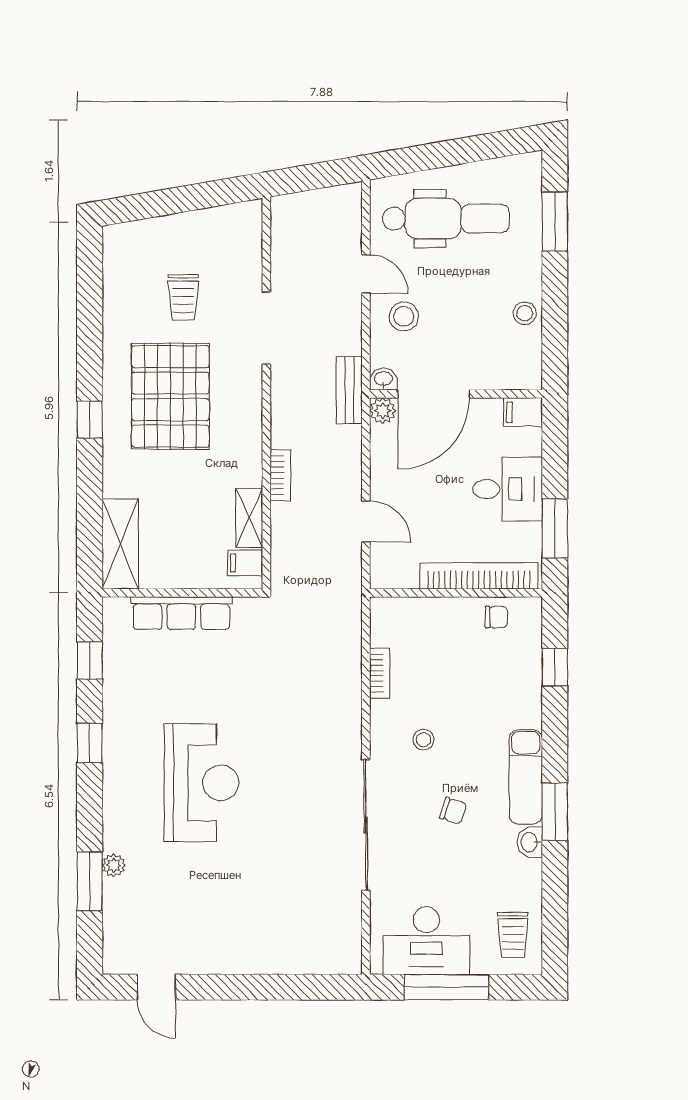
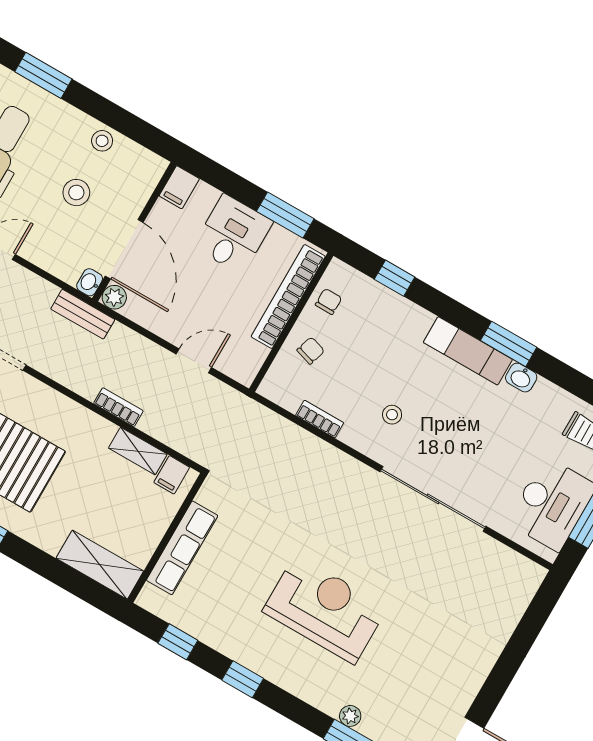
stool: (404, 316) -> (76, 193), moved
chair: (453, 811) -> (311, 351), moved

